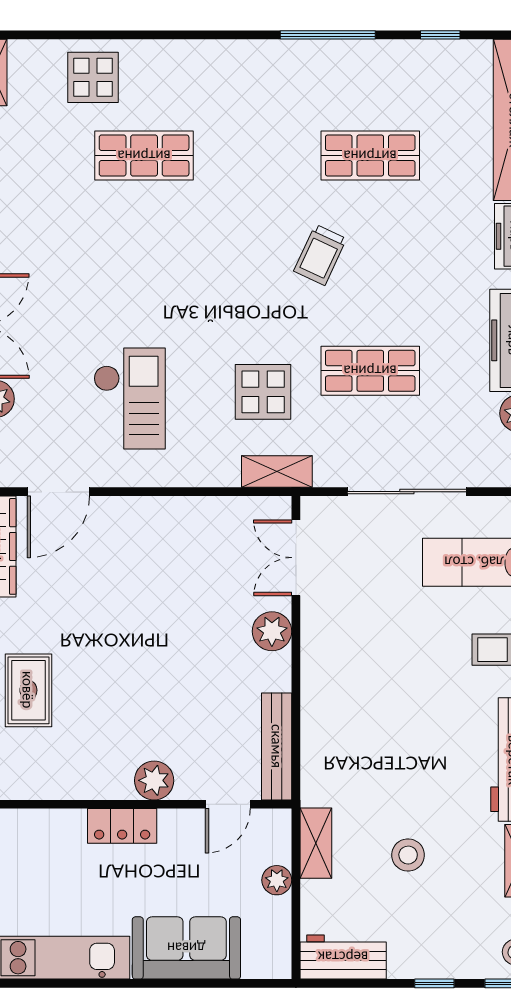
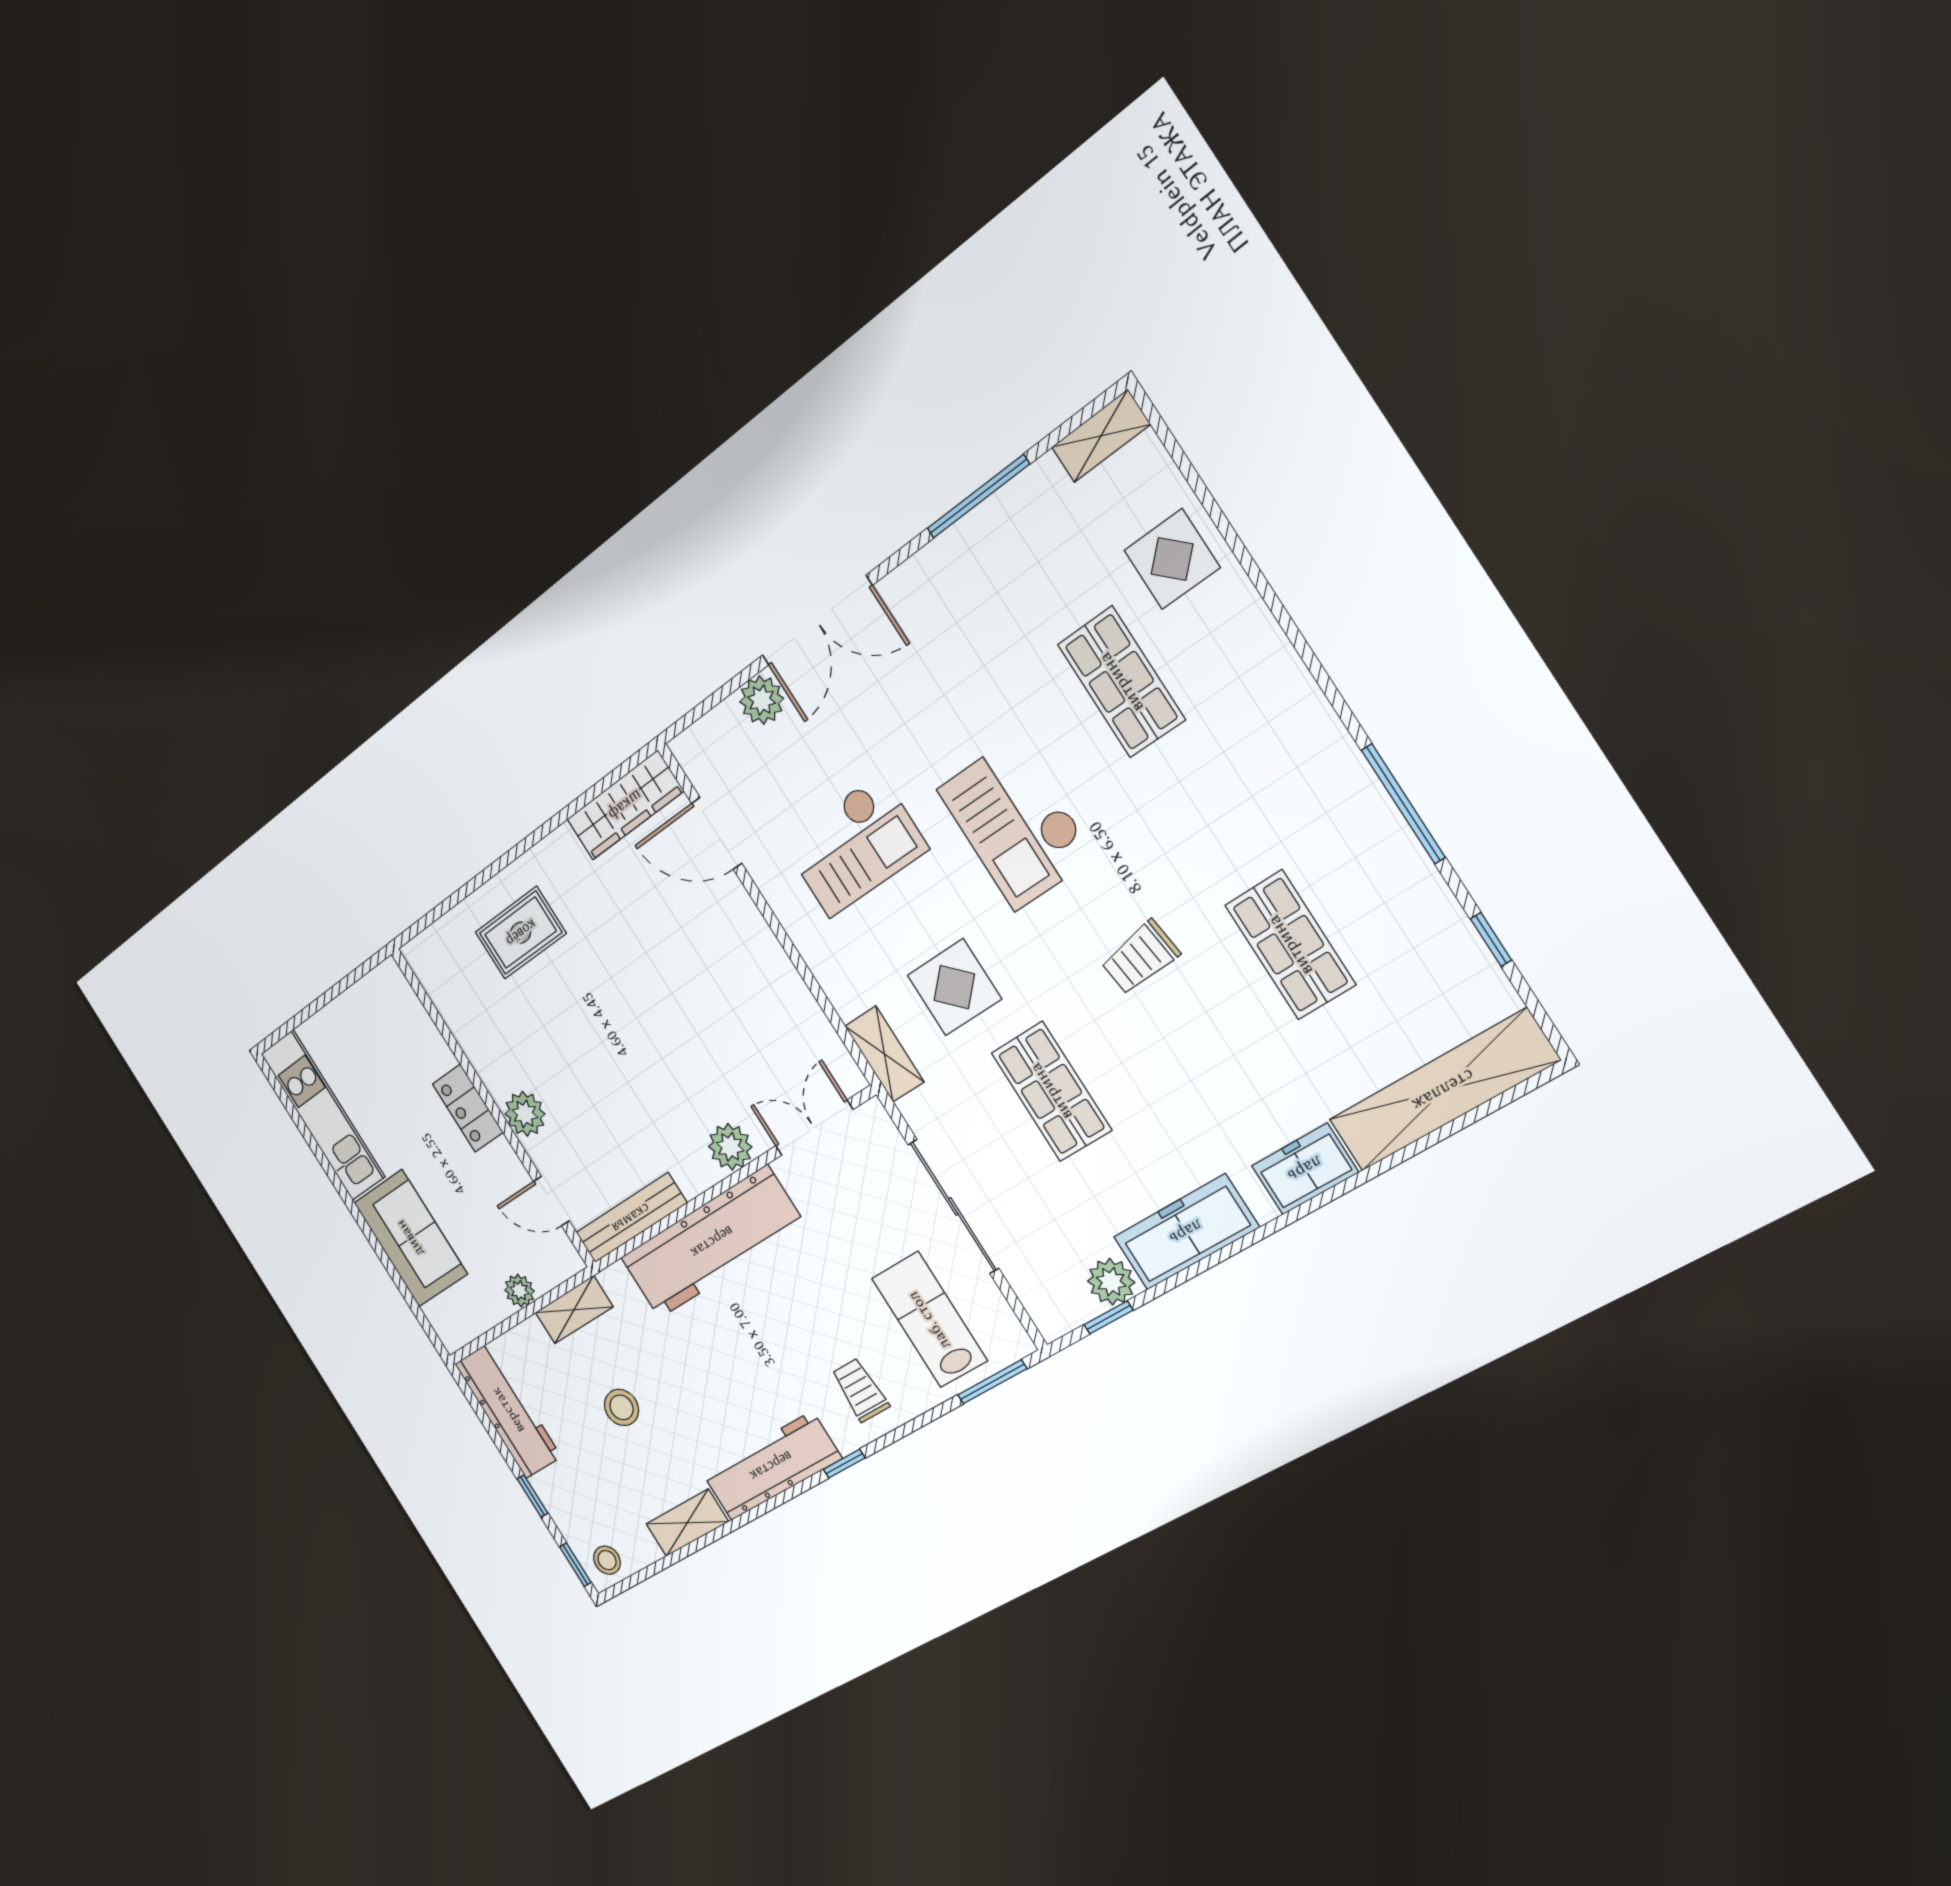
trolley: (320, 255) -> (1140, 957), turned -32
checkout: (186, 280) -> (1016, 823), added
workbench: (330, 693) -> (712, 1242), added
workbench: (343, 957) -> (508, 1410), width x1.38

